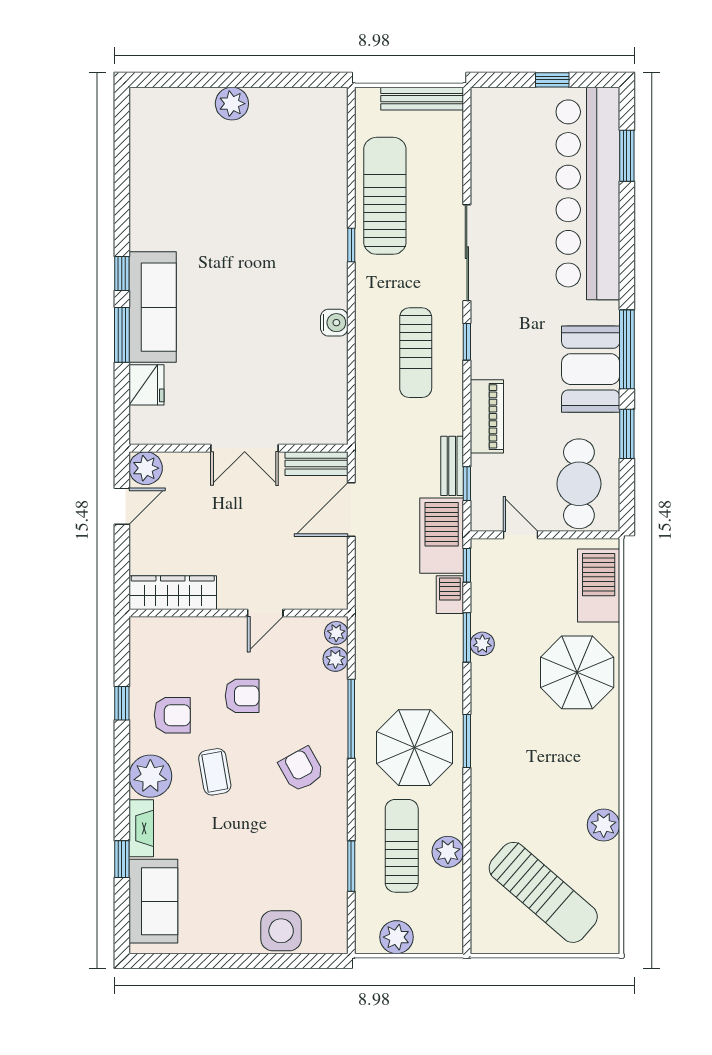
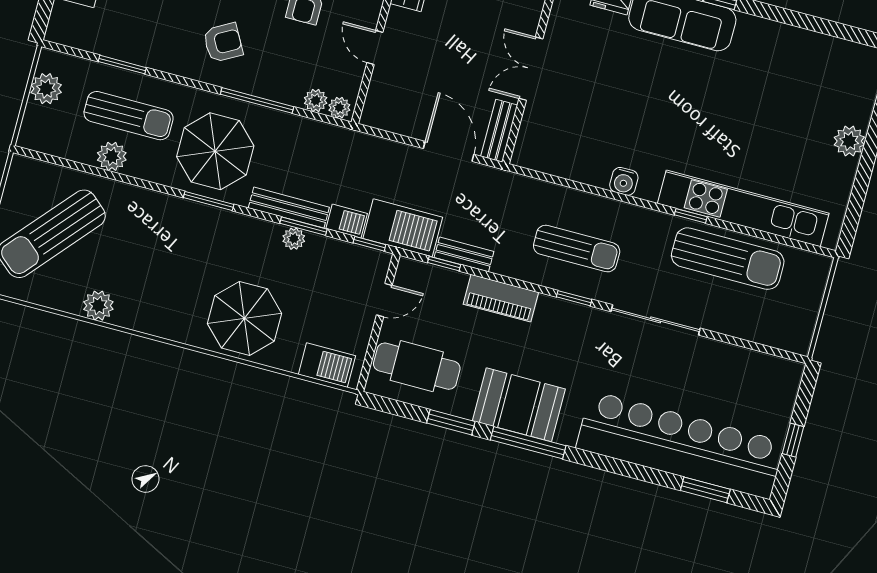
bench: (422, 99) -> (289, 208), moved, turned 90
kitchen unit: (329, 194) -> (743, 208), added
sun lounger: (416, 353) -> (577, 249), turned 180
barbecue: (599, 586) -> (327, 365), width x0.73, depth x0.83

